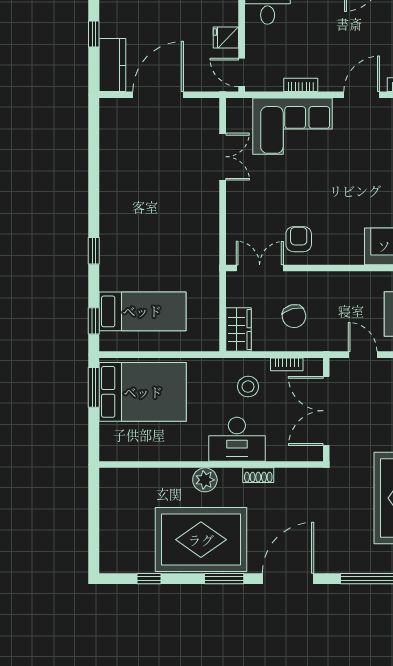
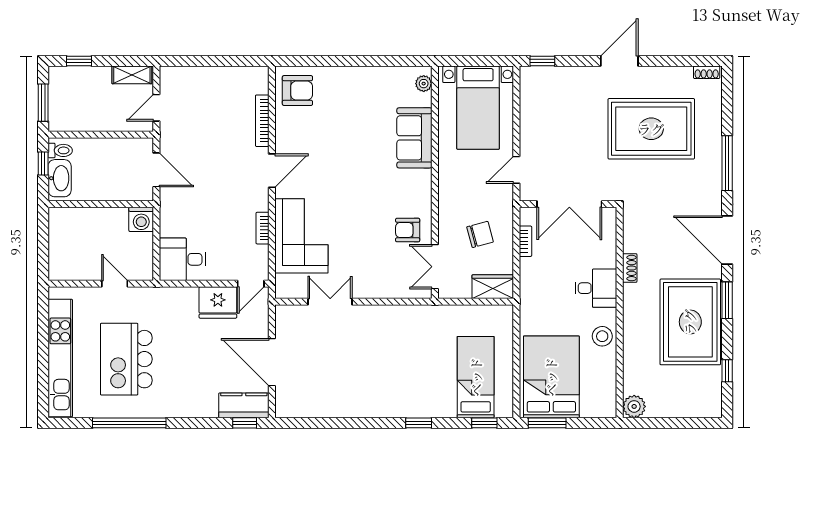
window: (94, 34) -> (245, 423), moved
fridge: (226, 38) -> (218, 302), width x1.88, depth x1.34
door: (362, 95) -> (272, 171), swing flipped
stool: (248, 387) -> (602, 336), moved
desk: (237, 439) -> (596, 288), width x0.73
plant: (205, 480) -> (634, 406), moved

